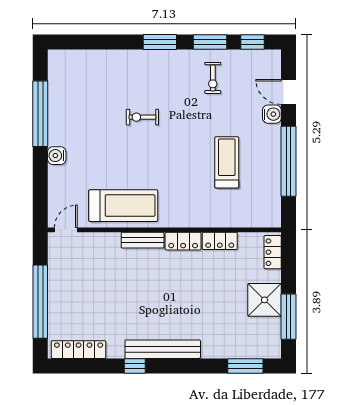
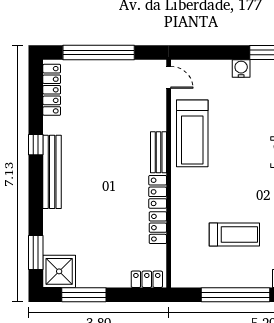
shower: (265, 300) -> (59, 271), moved

